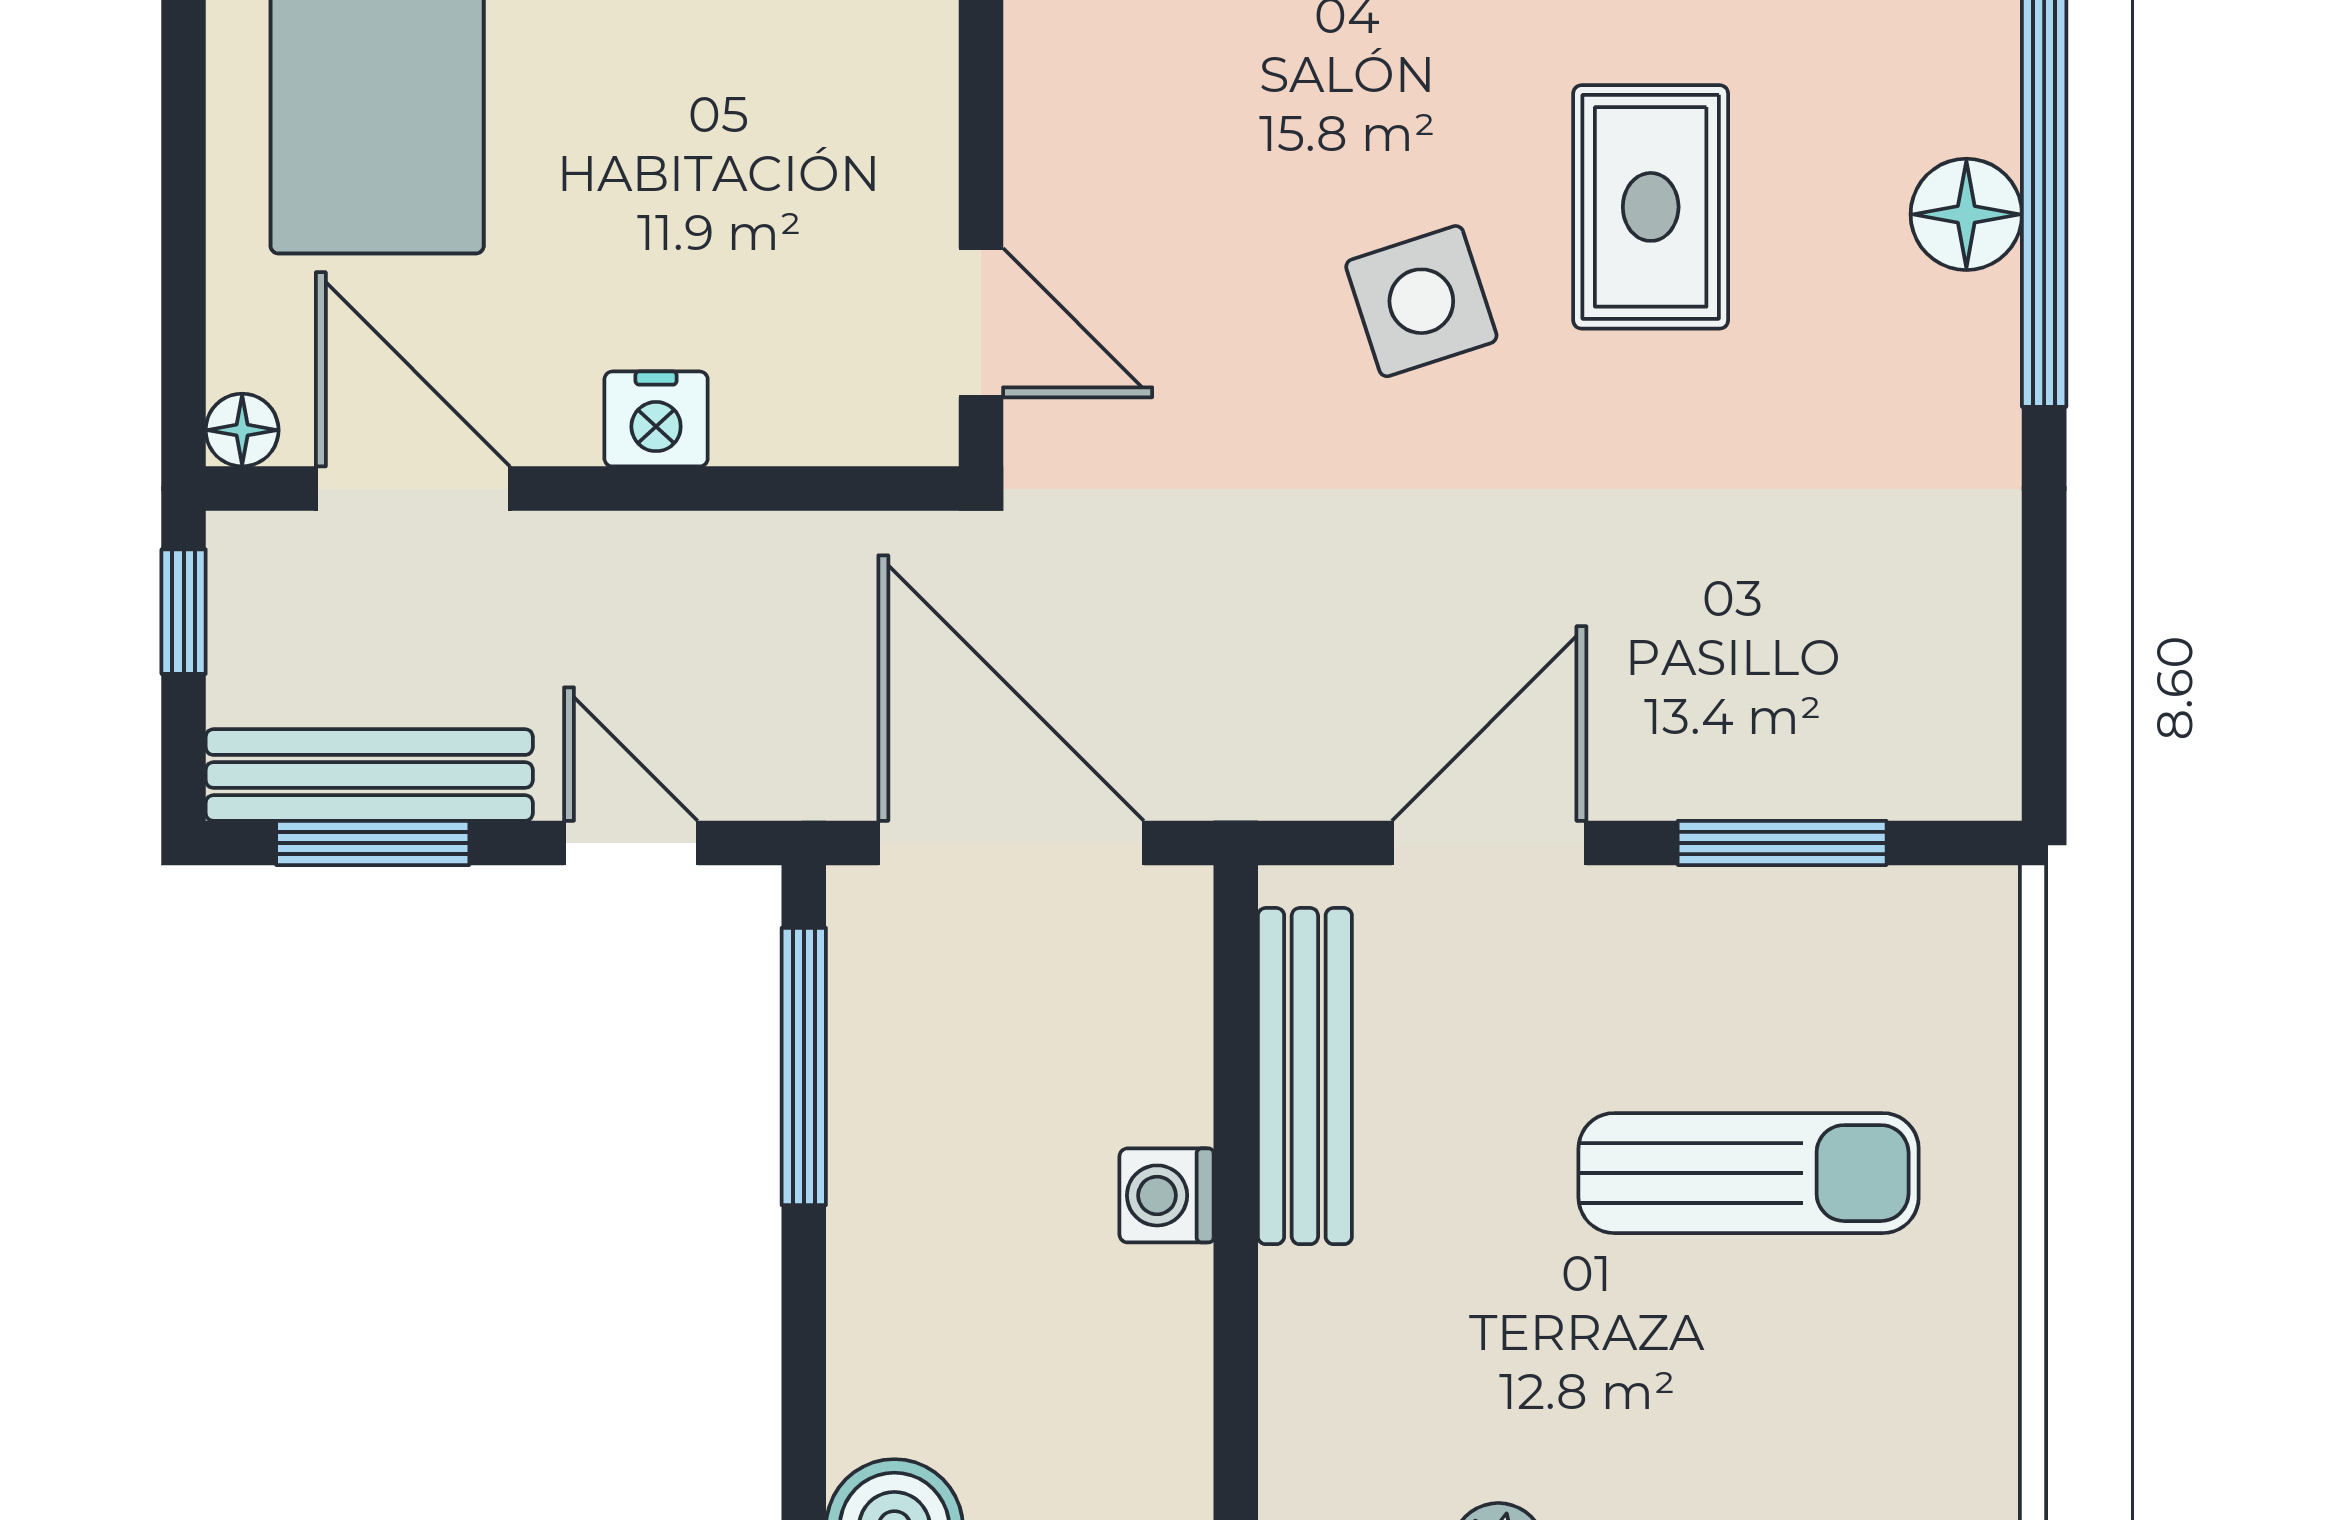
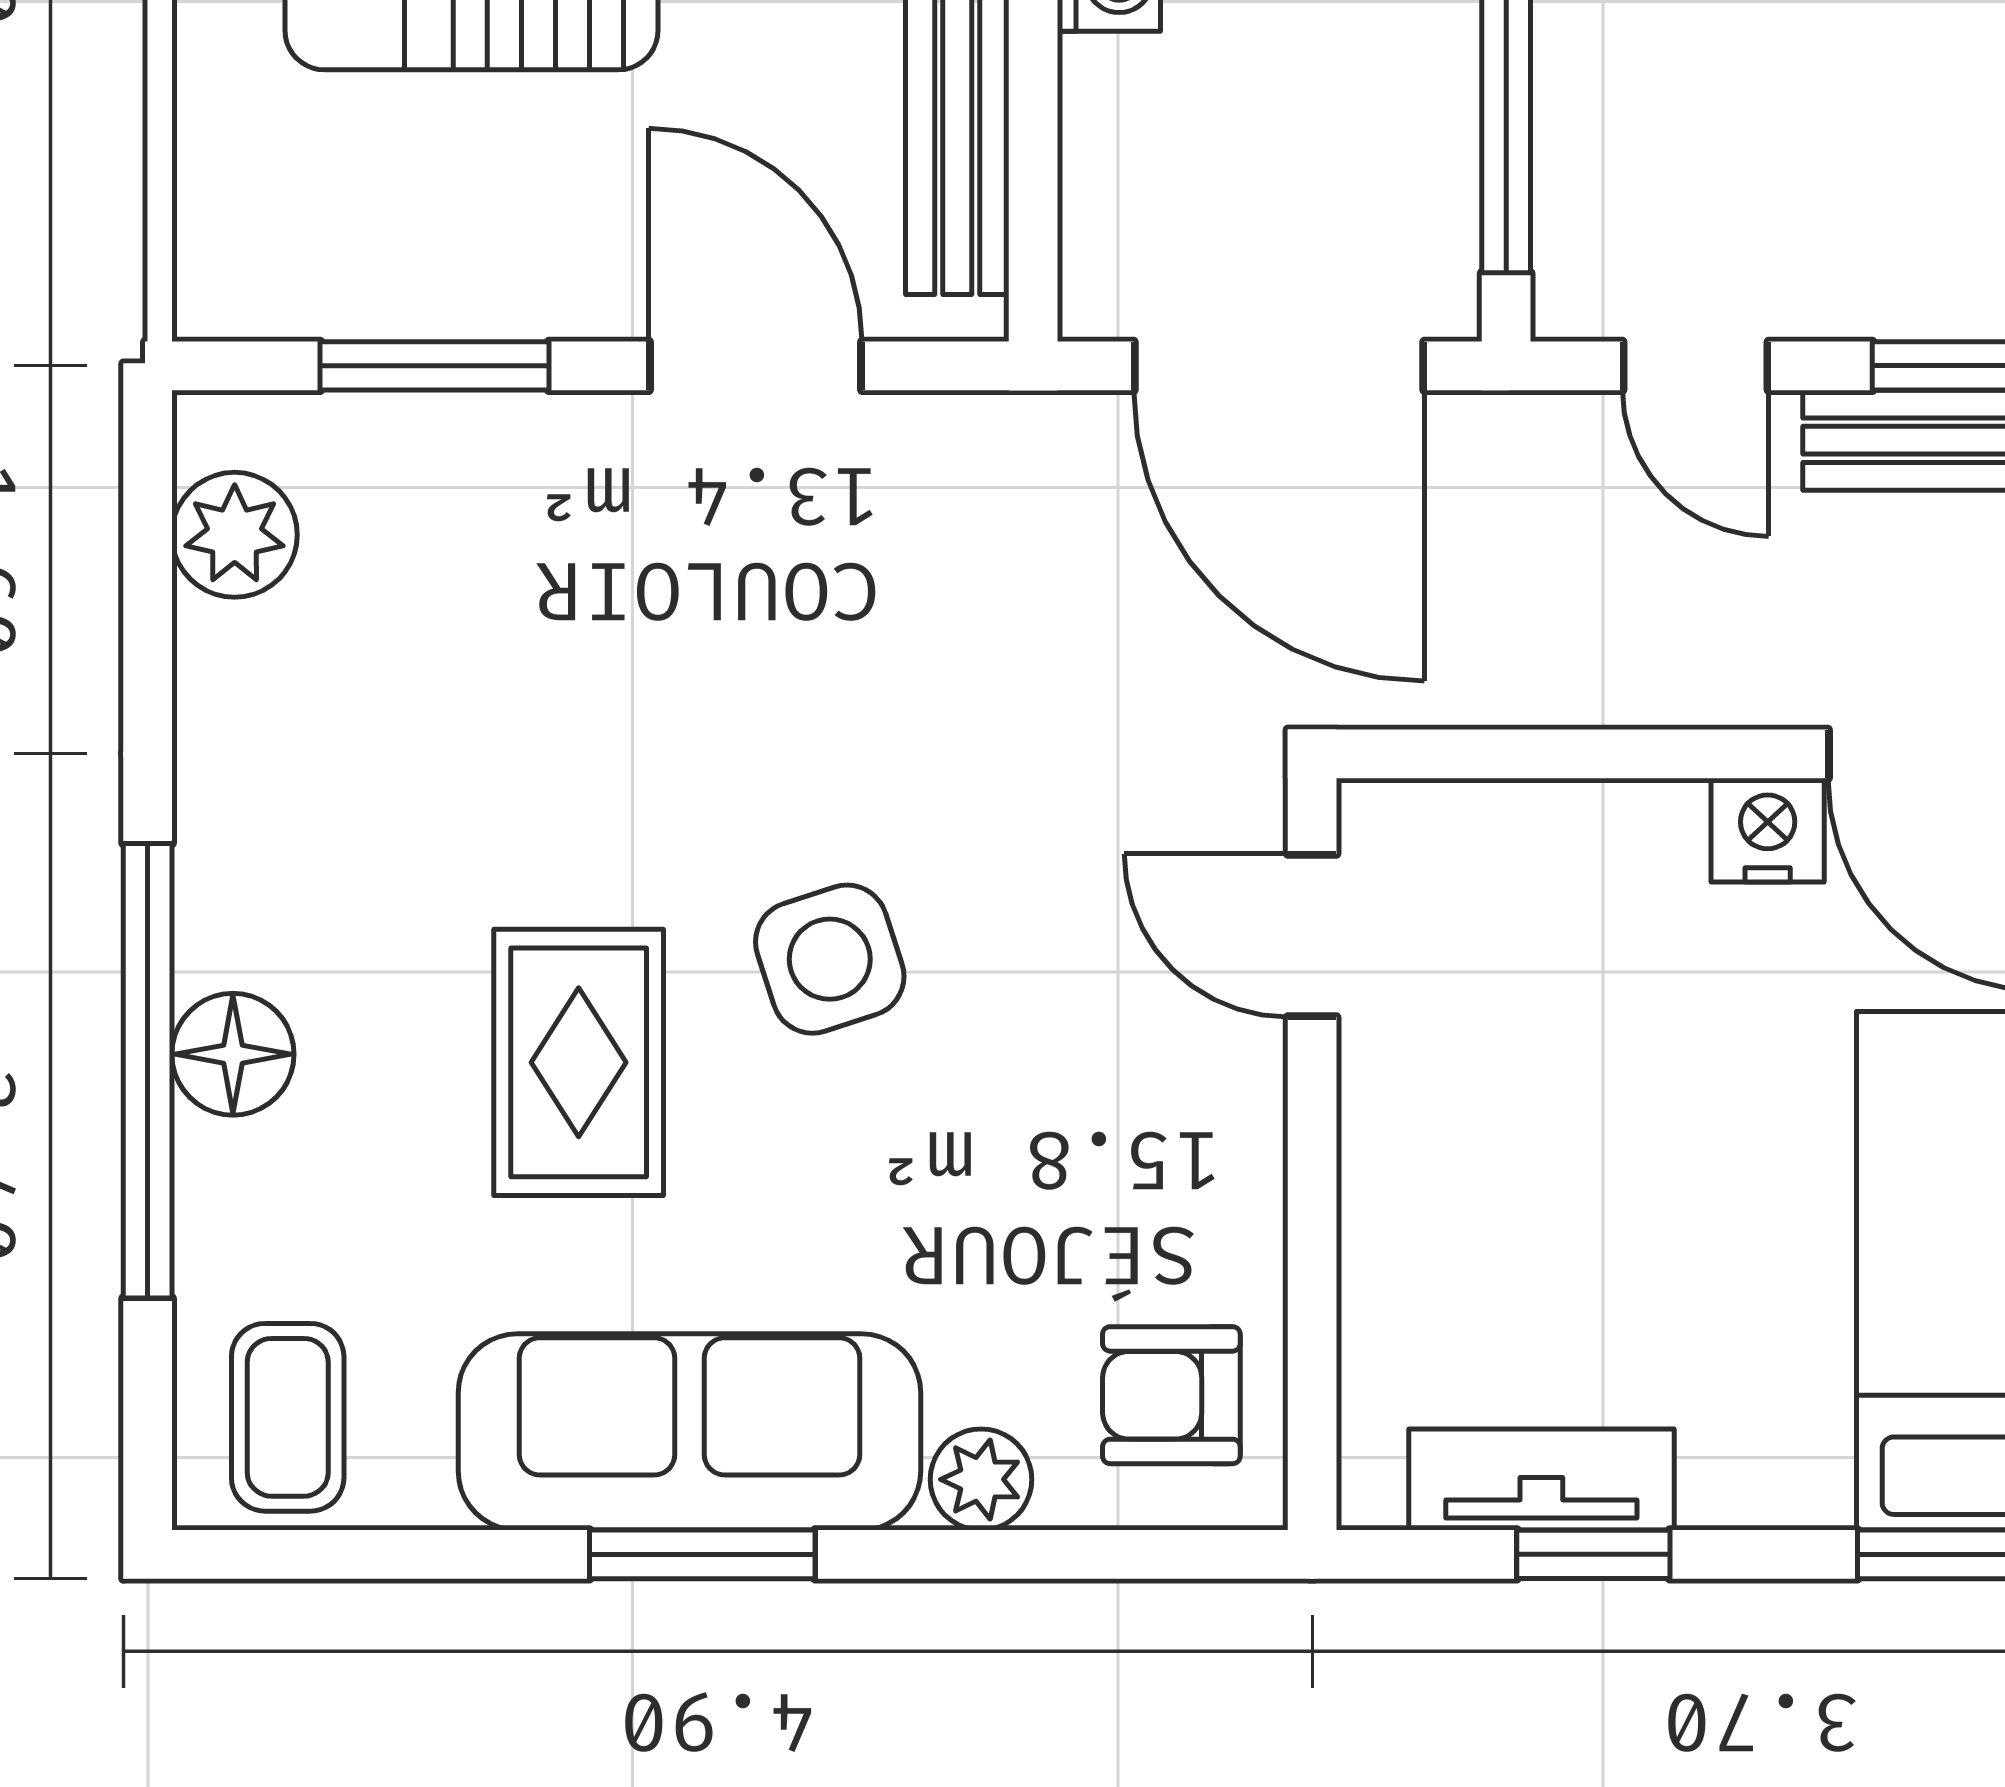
nightstand: (656, 419) -> (1768, 830), moved
plant: (1965, 689) -> (235, 535), added
door: (1489, 843) -> (756, 366), swing flipped

